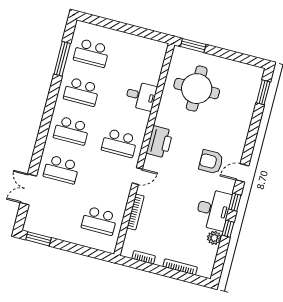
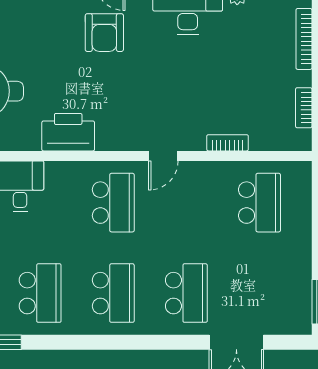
printer: (160, 142) -> (68, 132), moved
door: (137, 176) -> (163, 156), swing flipped
bookcase: (136, 212) -> (228, 143), width x0.64

